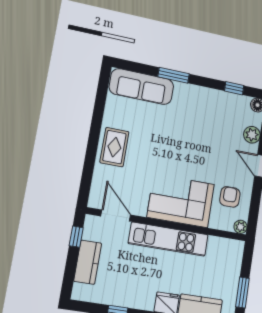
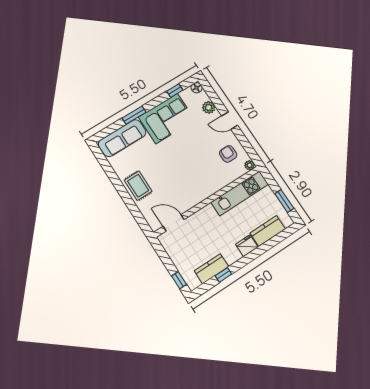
corner sofa: (181, 201) -> (167, 118), moved, turned 180
window: (76, 237) -> (179, 280), moved
kitchen unit: (168, 239) -> (240, 193), moved
kitchen counter: (88, 262) -> (211, 269), moved, turned -90

